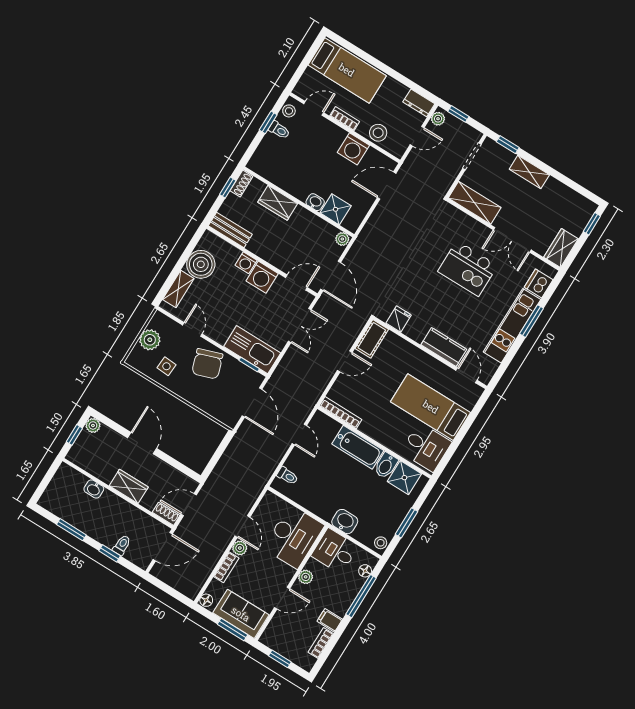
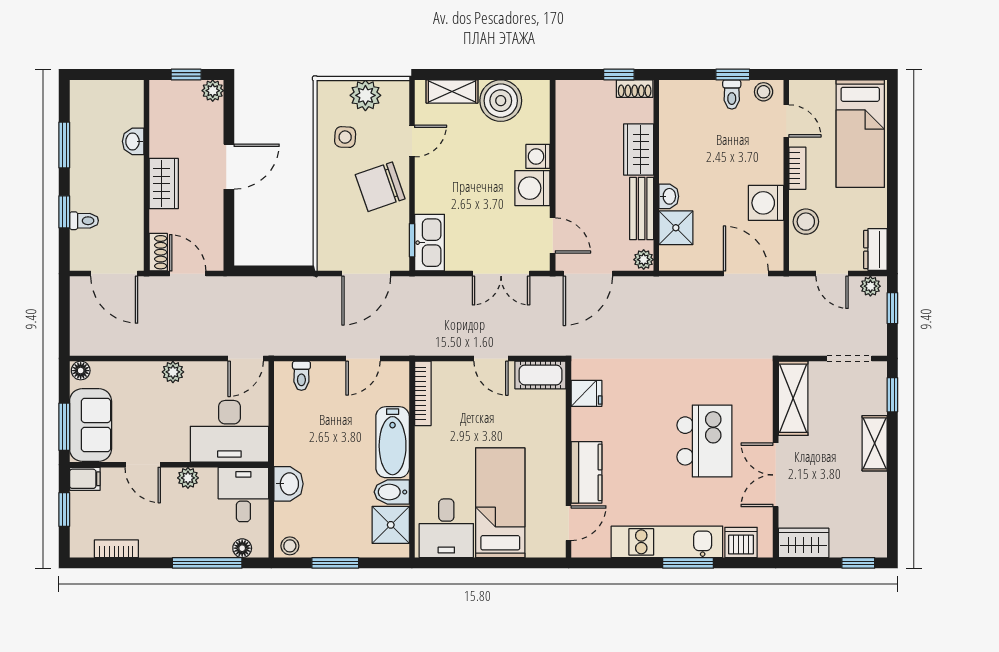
bench: (230, 230) -> (642, 209), moved
kitchen island: (468, 269) -> (704, 441), turned 180
kitchen sink: (252, 350) -> (430, 243), width x0.73, depth x0.81
door: (242, 526) -> (246, 358), moved
bookcase: (226, 567) -> (138, 370), removed
filing cabinet: (330, 620) -> (85, 479), moved, turned 90

